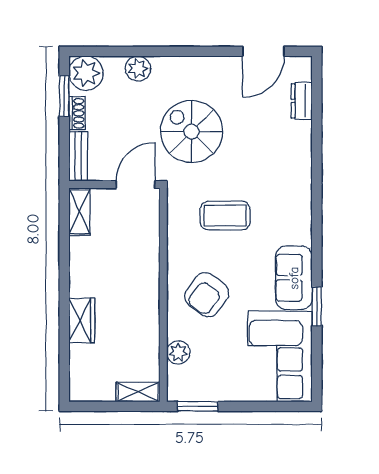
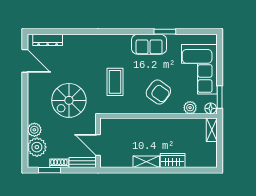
plant: (86, 73) -> (37, 147), moved
dresser: (302, 101) -> (48, 40), width x1.44
door: (136, 184) -> (98, 145), moved
shelving: (79, 212) -> (146, 162), moved
corner sofa: (280, 357) -> (199, 69), moved, turned 90
floor lamp: (177, 390) -> (211, 108), added

